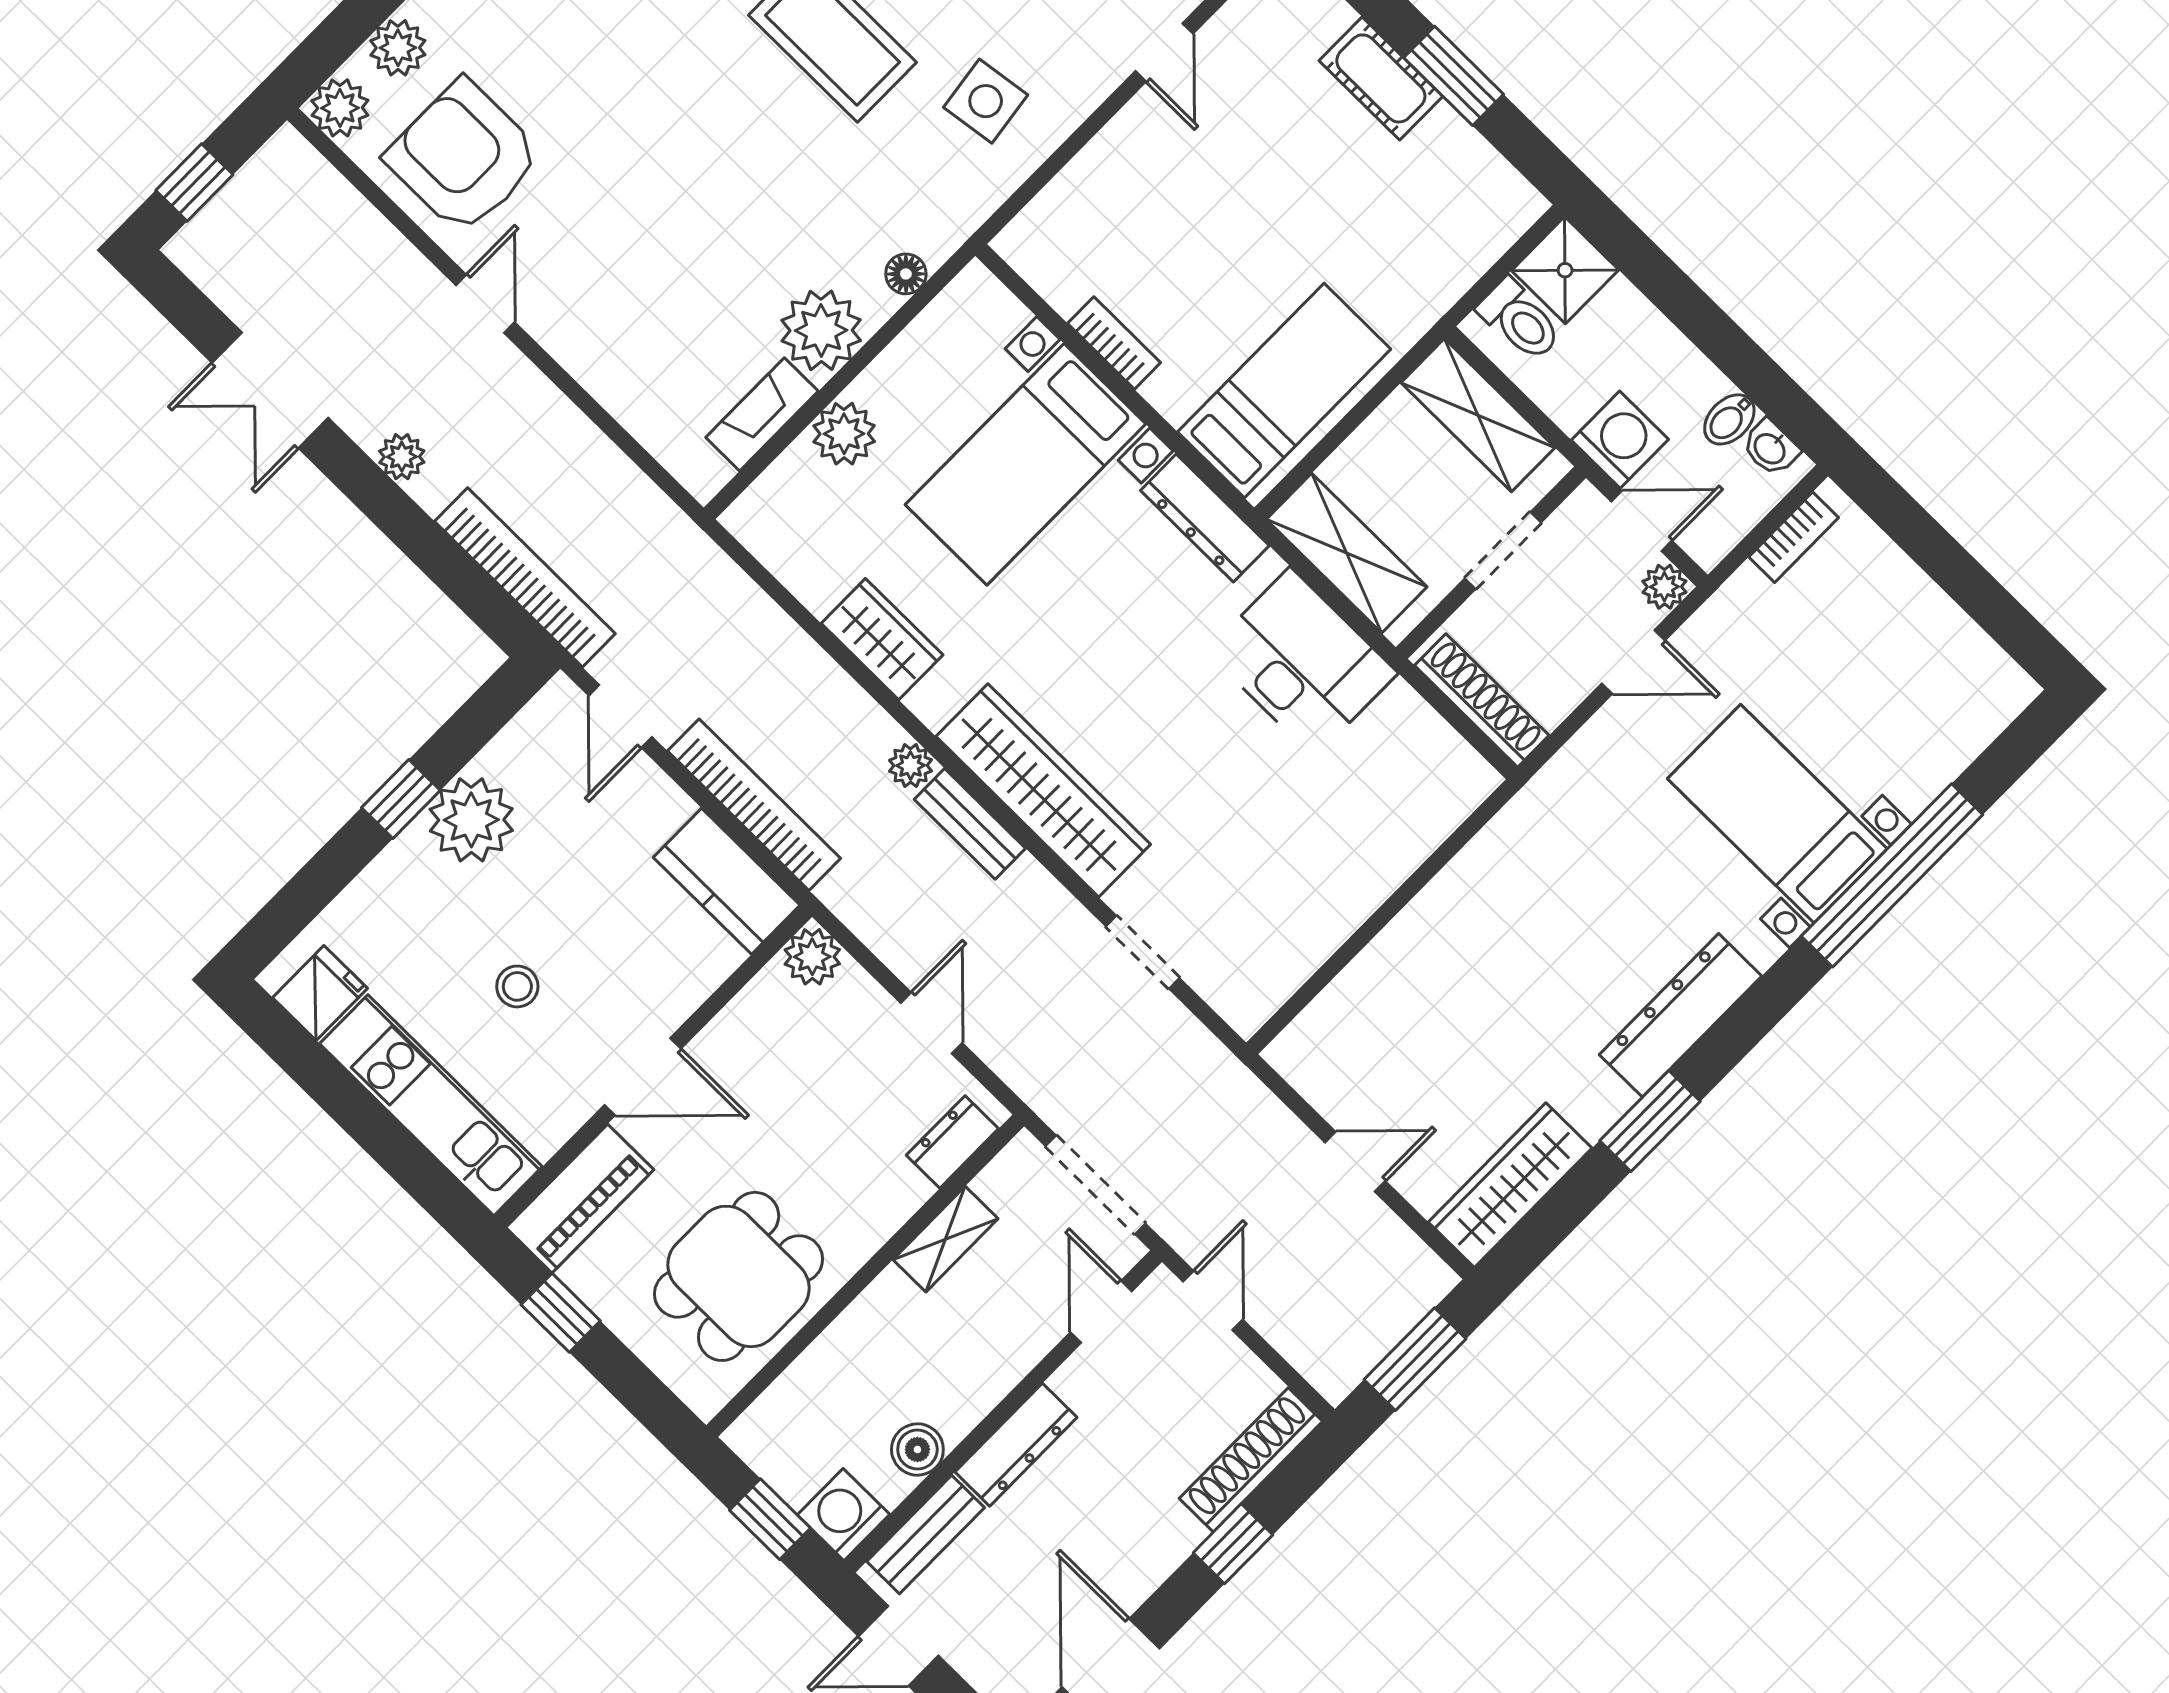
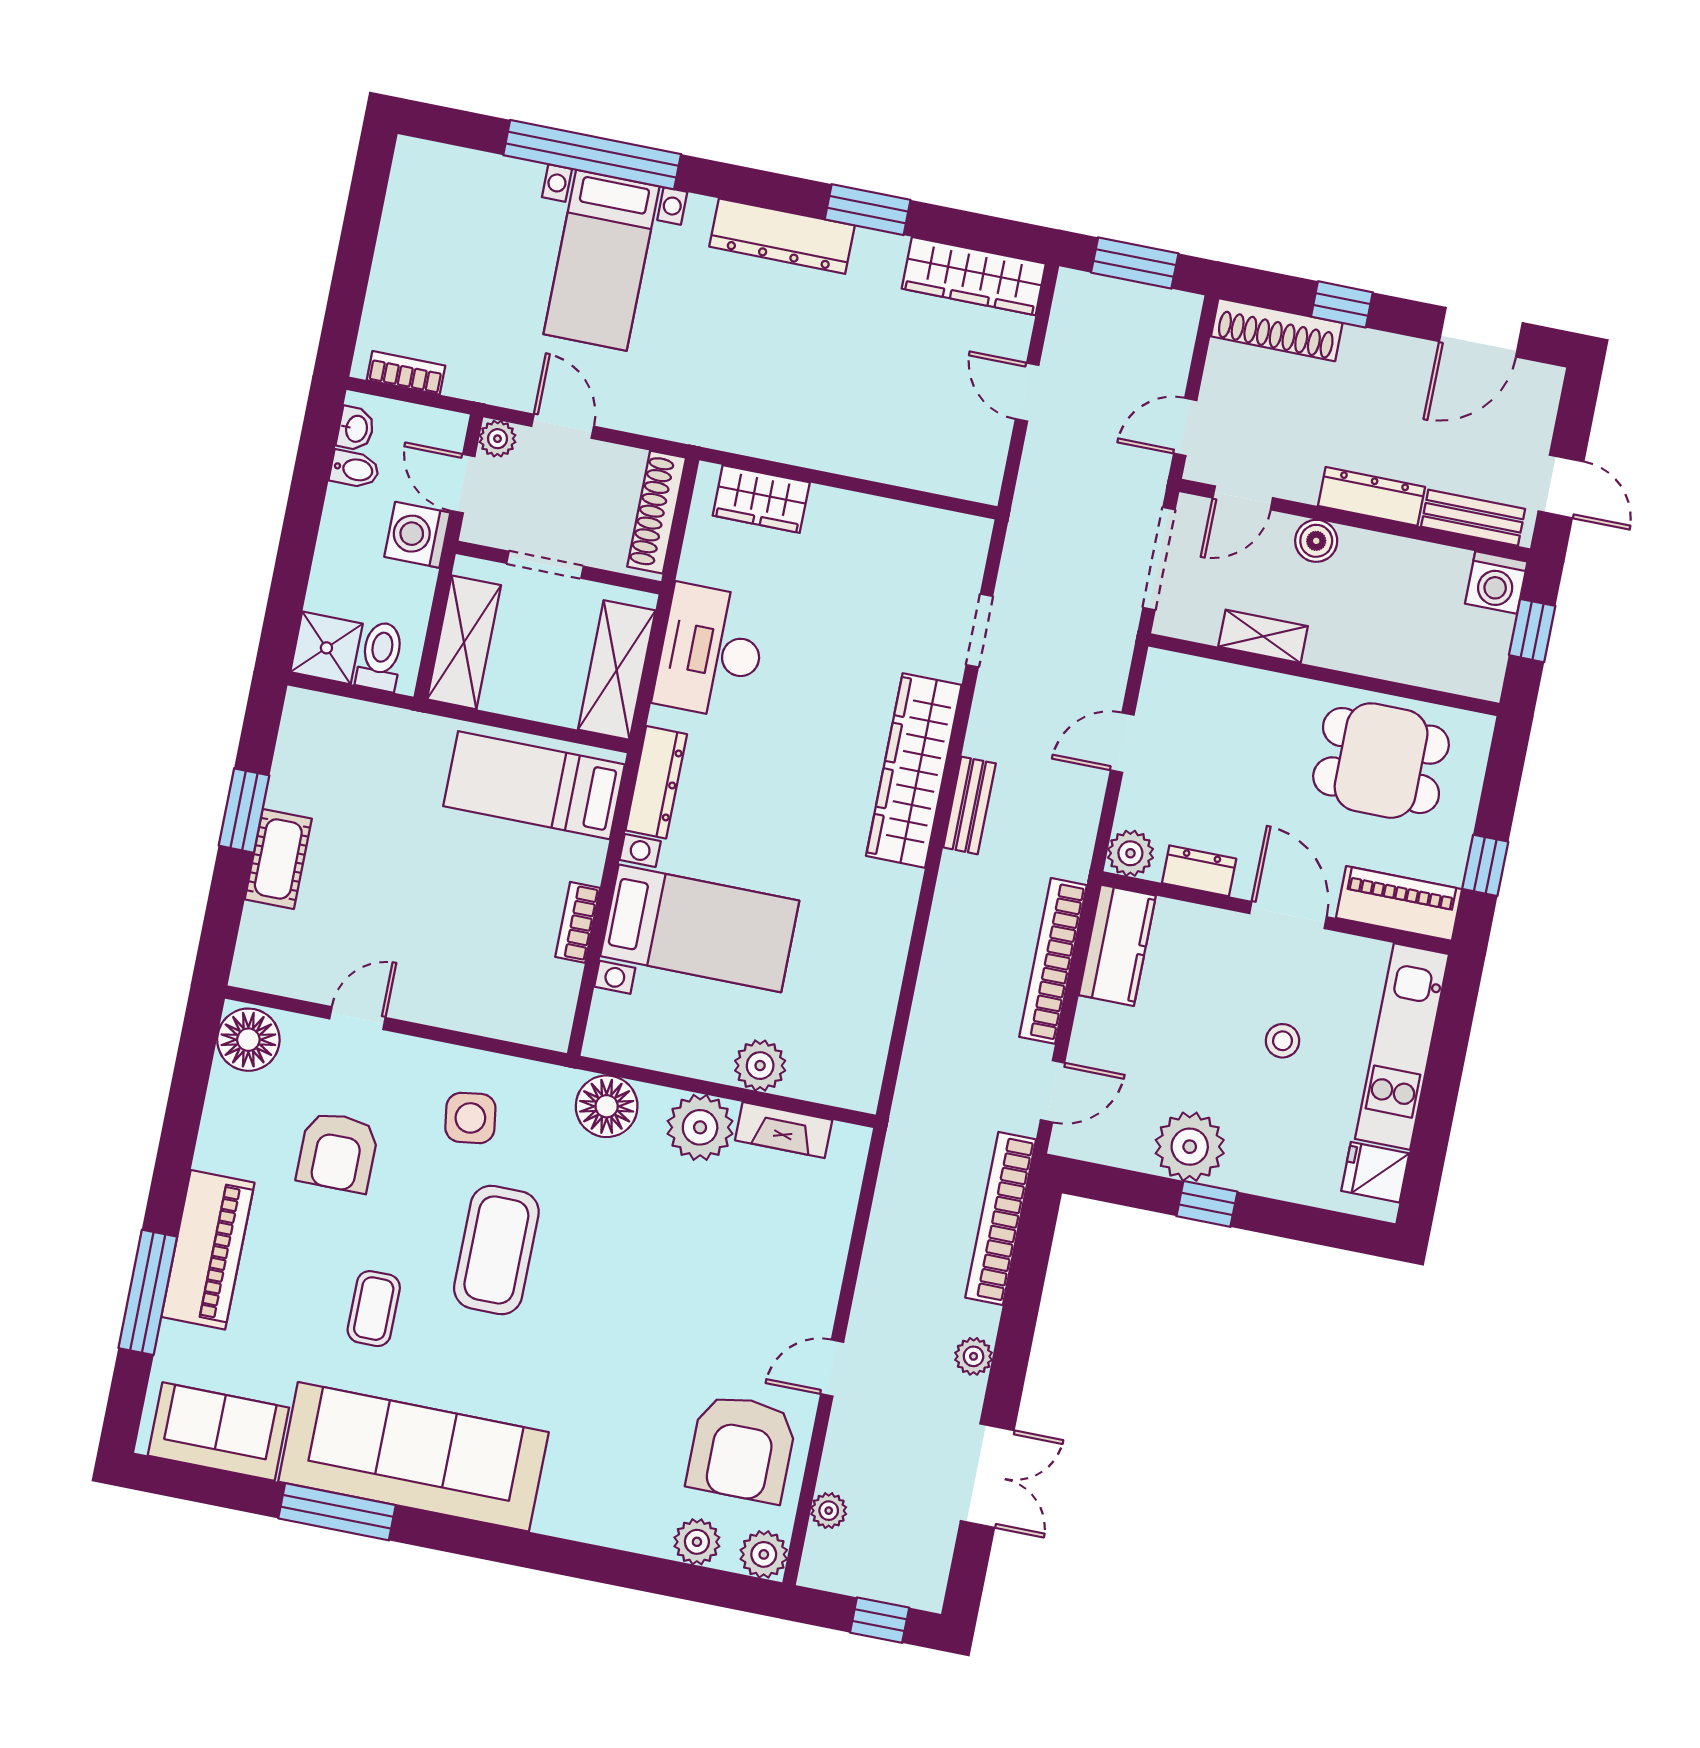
floor lamp: (906, 274) -> (607, 1106), width x1.89, depth x1.89
wardrobe: (882, 639) -> (761, 499), moved, turned -90
plant: (910, 766) -> (829, 1511), moved
dresser: (952, 1142) -> (1199, 871), moved, turned 180
boiler: (917, 1450) -> (1316, 541), moved

